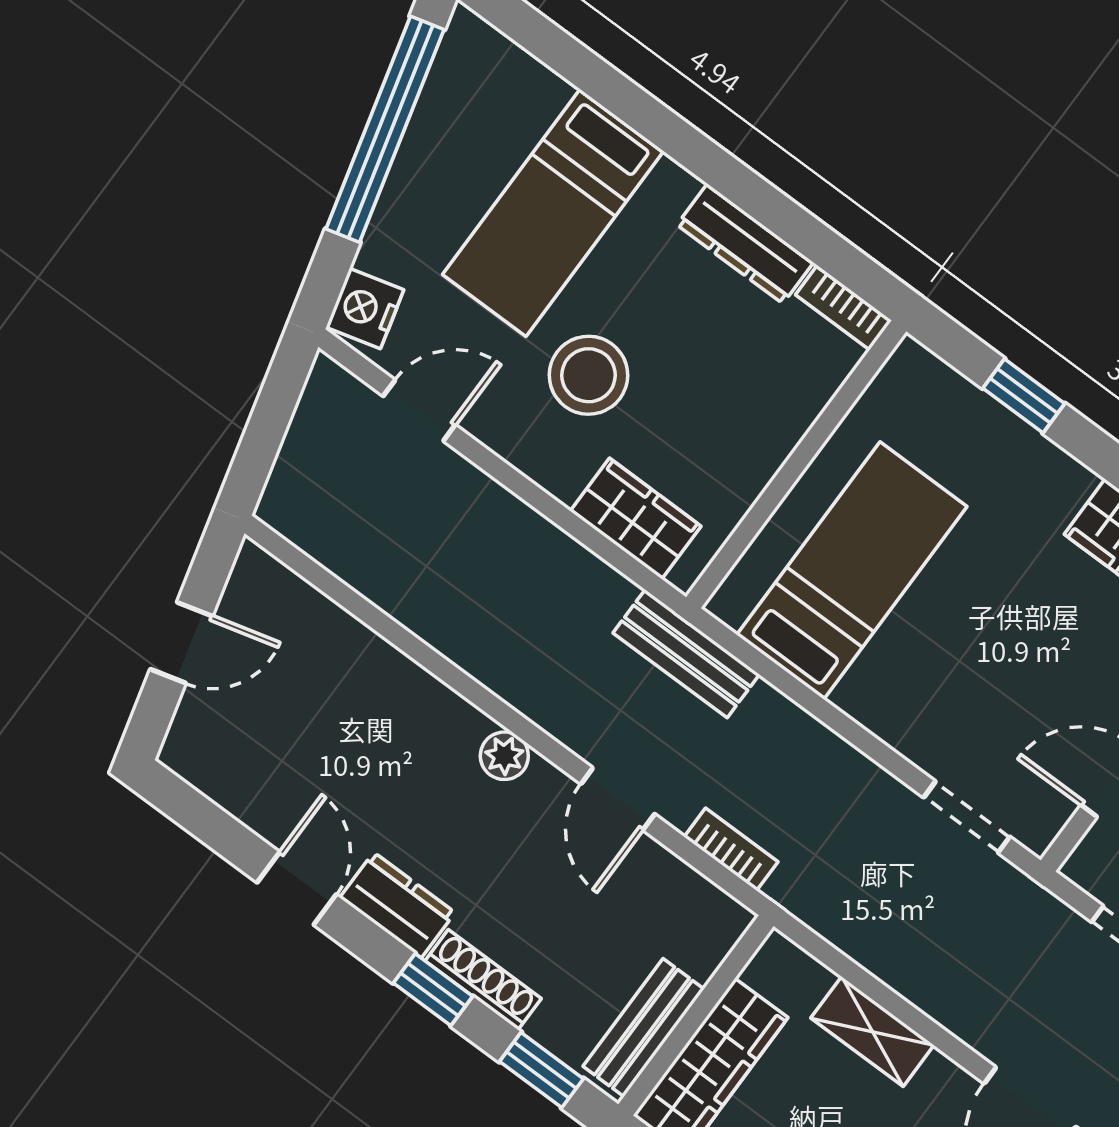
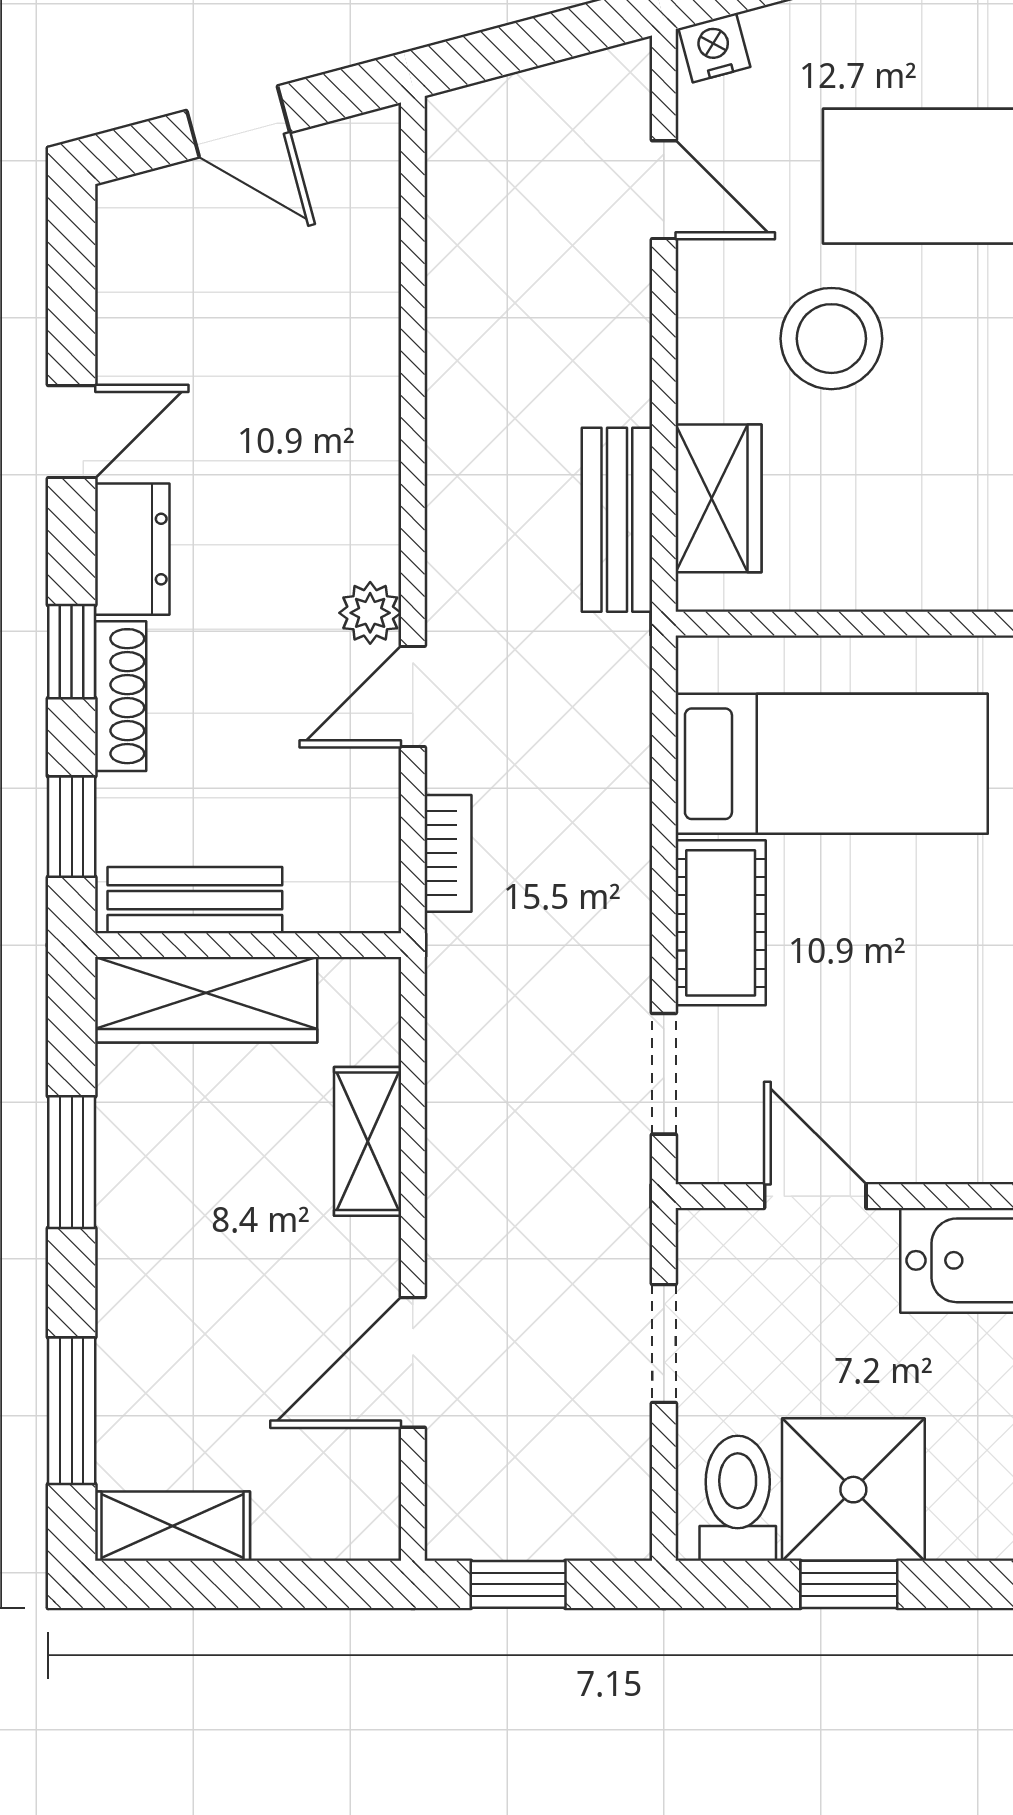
nightstand: (365, 308) -> (714, 48), width x0.72, depth x0.74
bench: (686, 654) -> (617, 520), moved
cot: (899, 712) -> (721, 923), added
plant: (504, 756) -> (370, 613), moved

